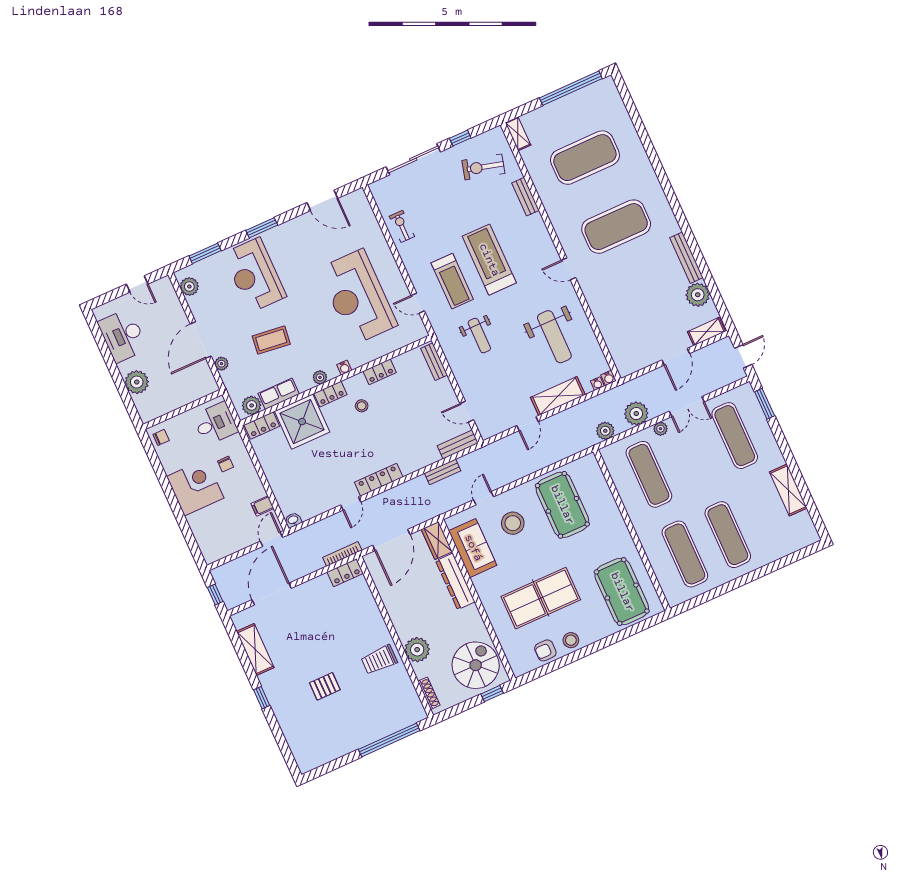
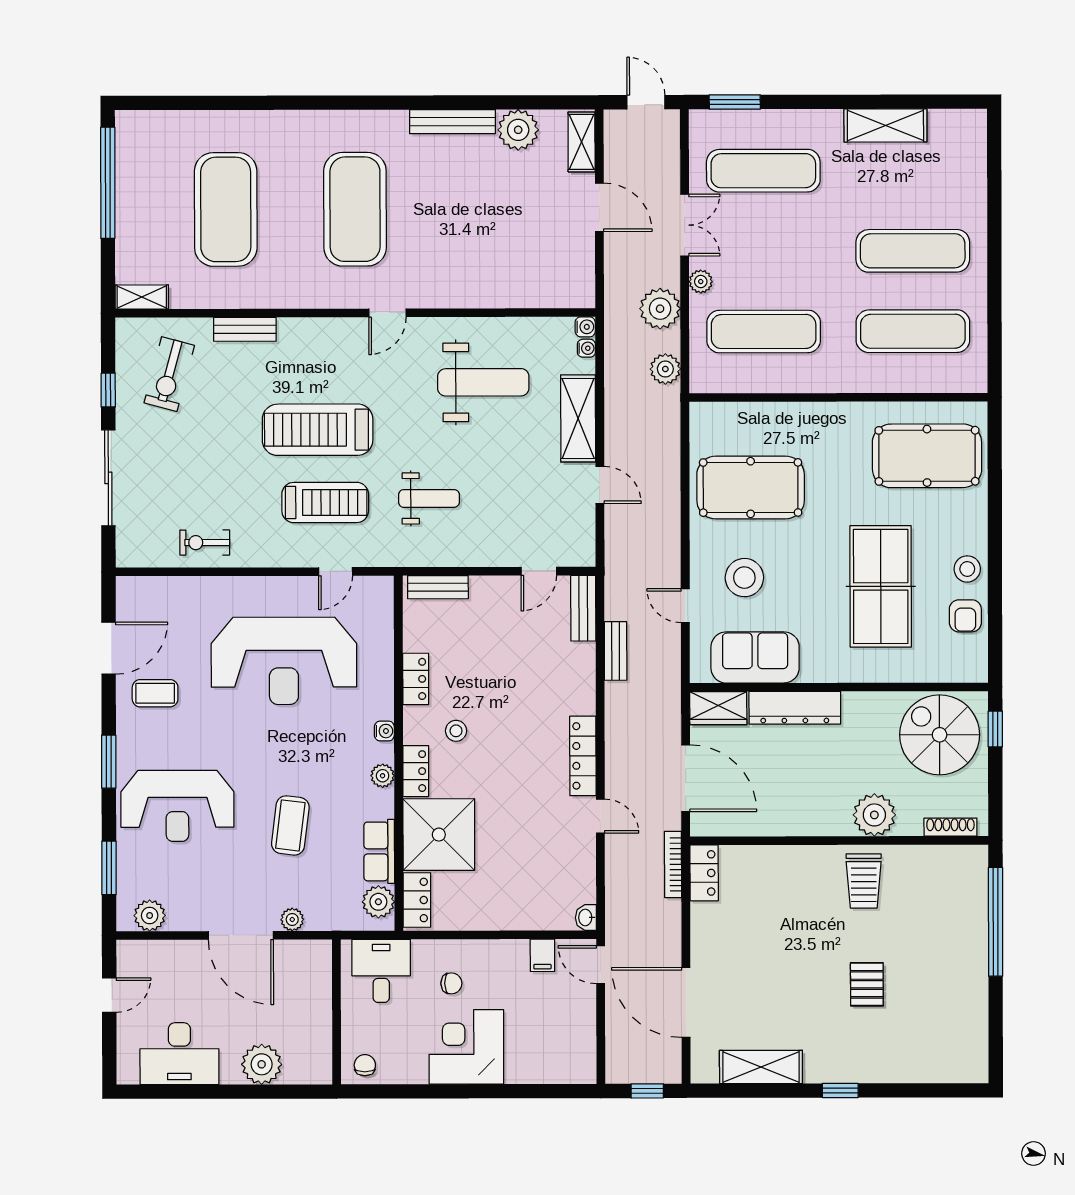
coffee table: (309, 236) -> (155, 693), added

